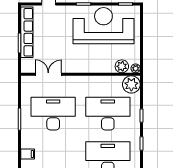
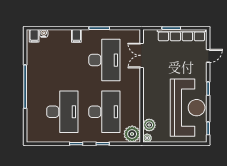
double door: (48, 74) -> (142, 55), swing flipped
filing cabinet: (28, 154) -> (76, 36), moved

